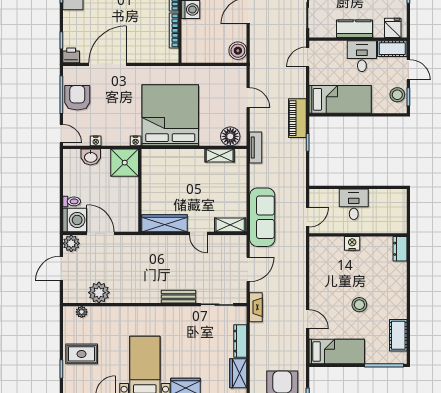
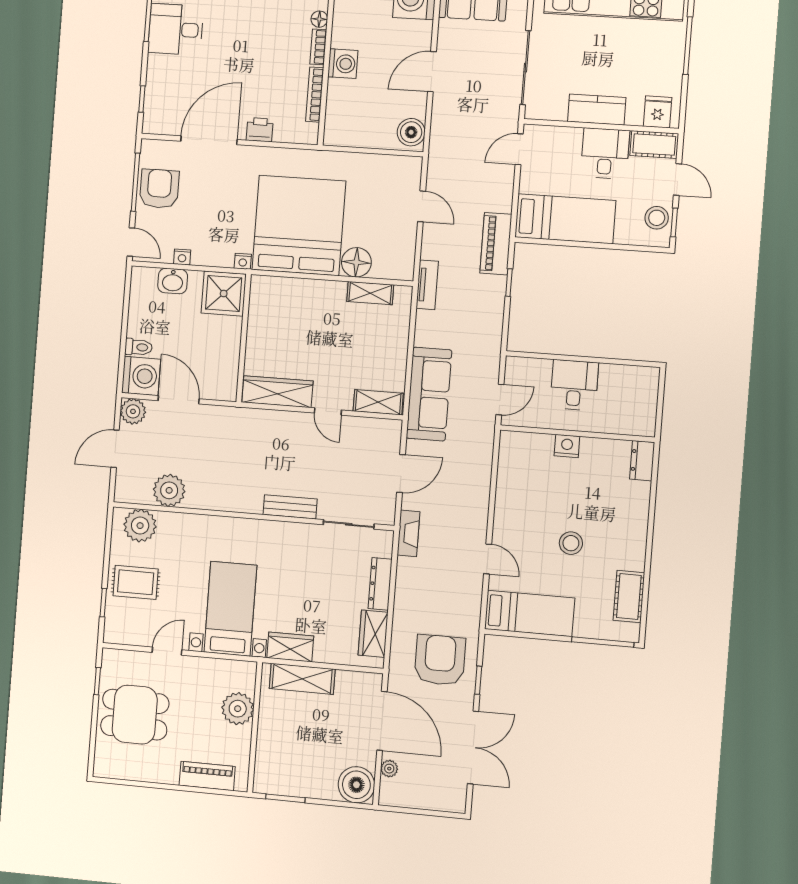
printer: (71, 55) -> (260, 130), moved
floor lamp: (230, 136) -> (356, 262), moved
plant: (82, 312) -> (140, 526), width x1.88, depth x1.88

